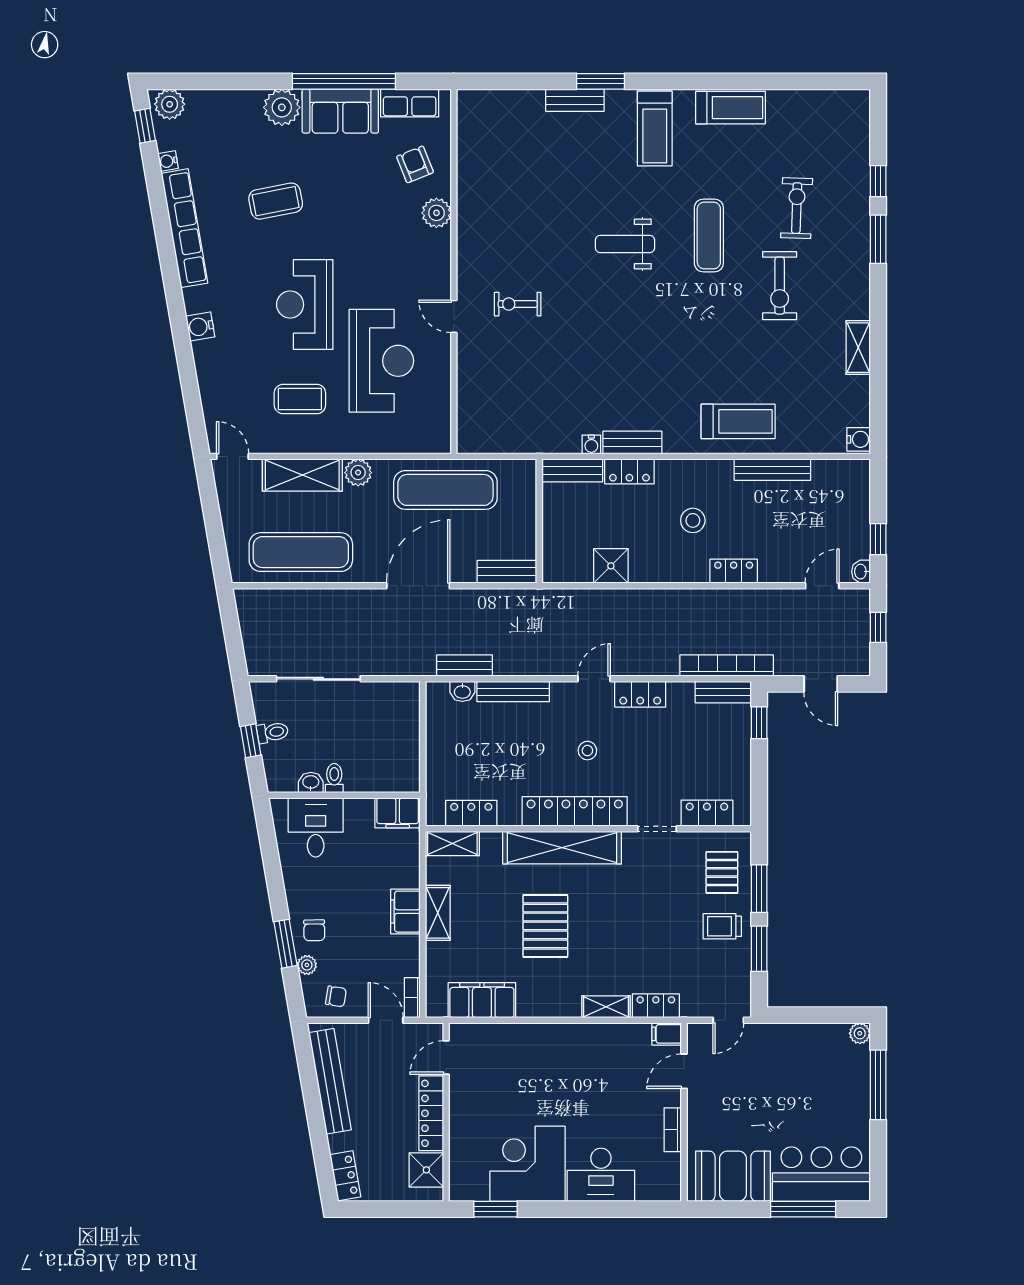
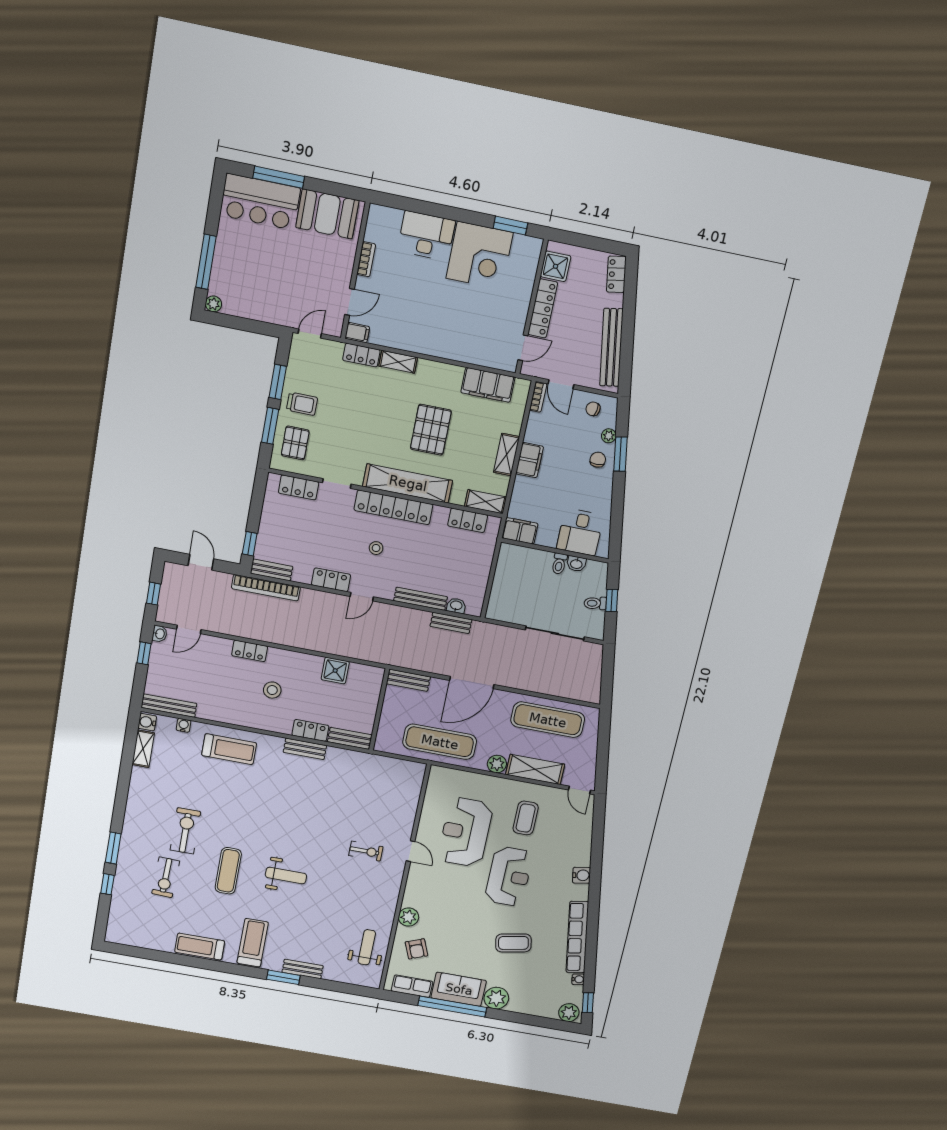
weight bench: (488, 153) -> (367, 947), added
shelving: (858, 348) -> (143, 749), moved
coffee table: (300, 399) -> (526, 818), turned 90
treadmill: (738, 421) -> (229, 749), turned 180
water cooler: (591, 444) -> (184, 725), moved
bench: (772, 470) -> (169, 706), moved

